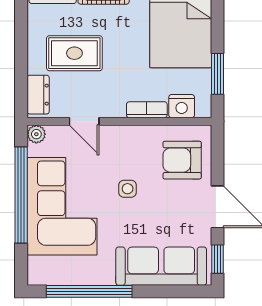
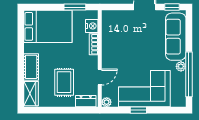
armchair: (182, 160) -> (120, 26), removed
side table: (128, 189) -> (135, 54), removed
window: (21, 195) -> (138, 110), width x0.32
plant: (105, 276) -> (181, 66), added

